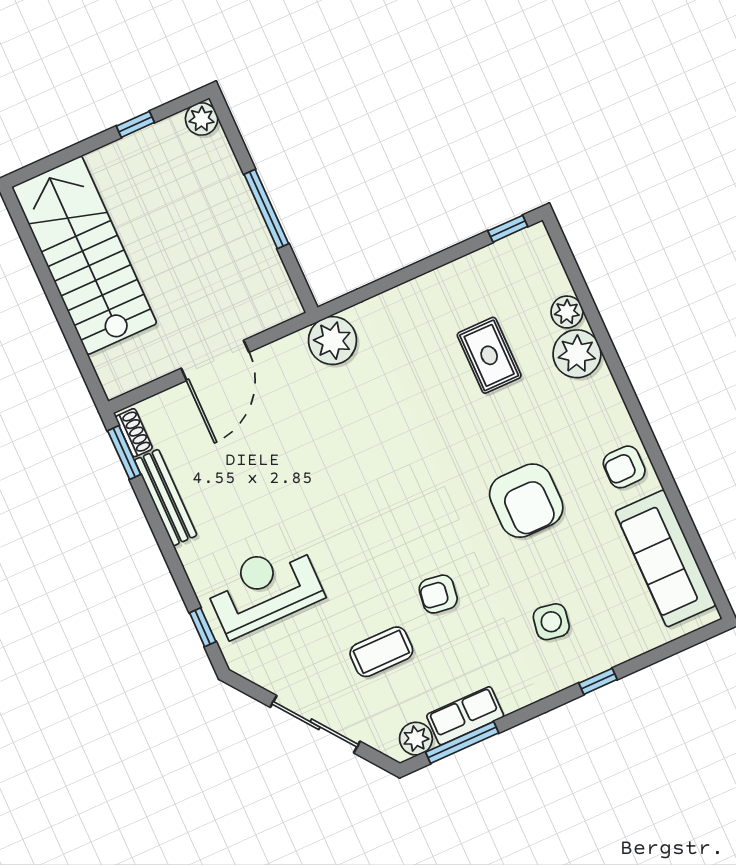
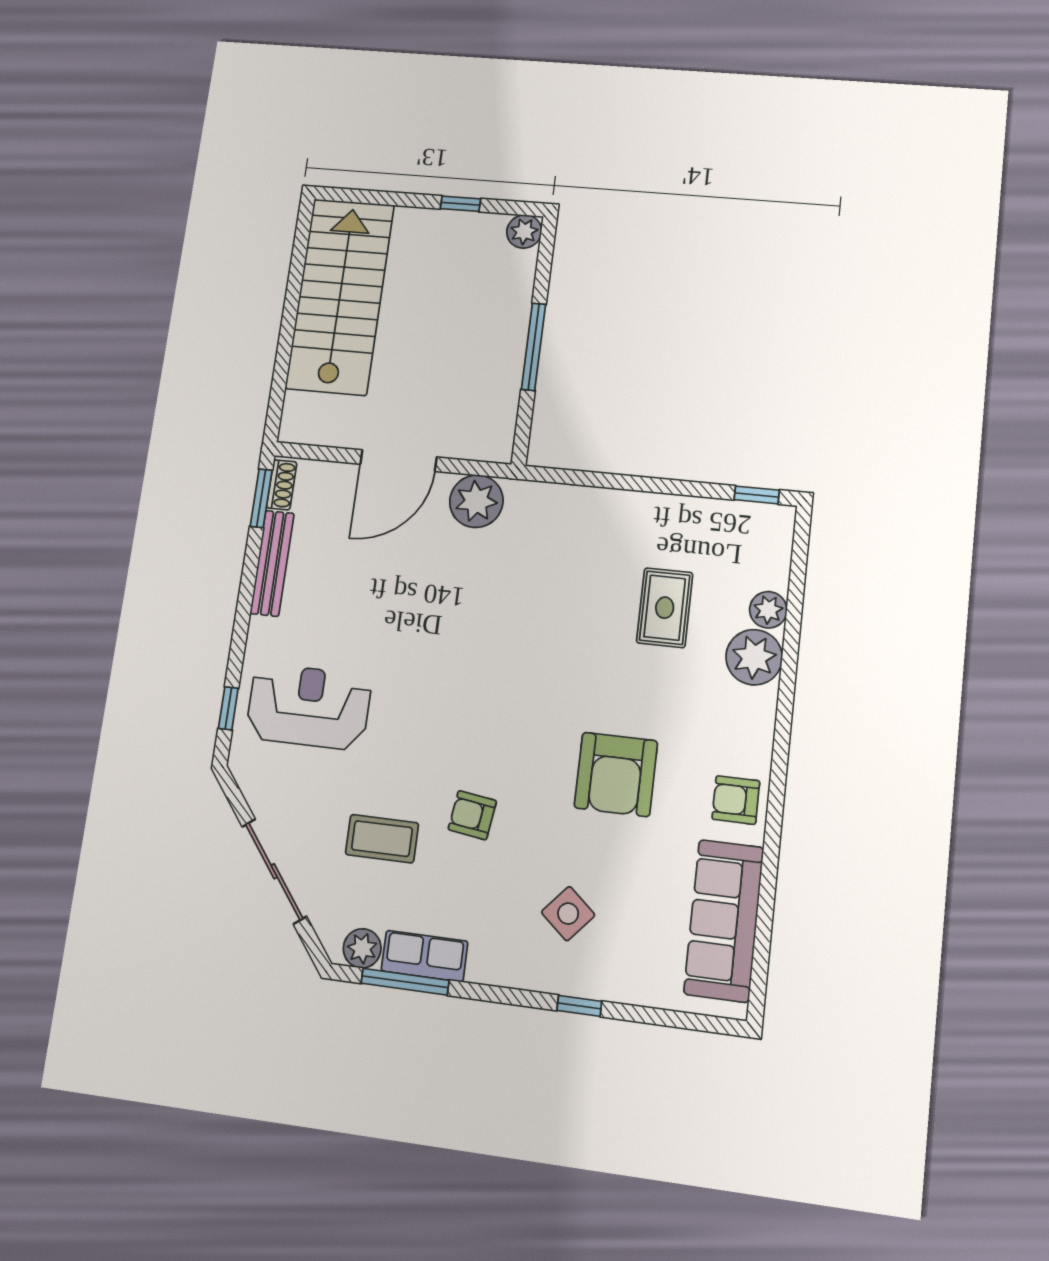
plant: (332, 341) -> (476, 501), moved
side table: (551, 622) -> (568, 914), turned 31

